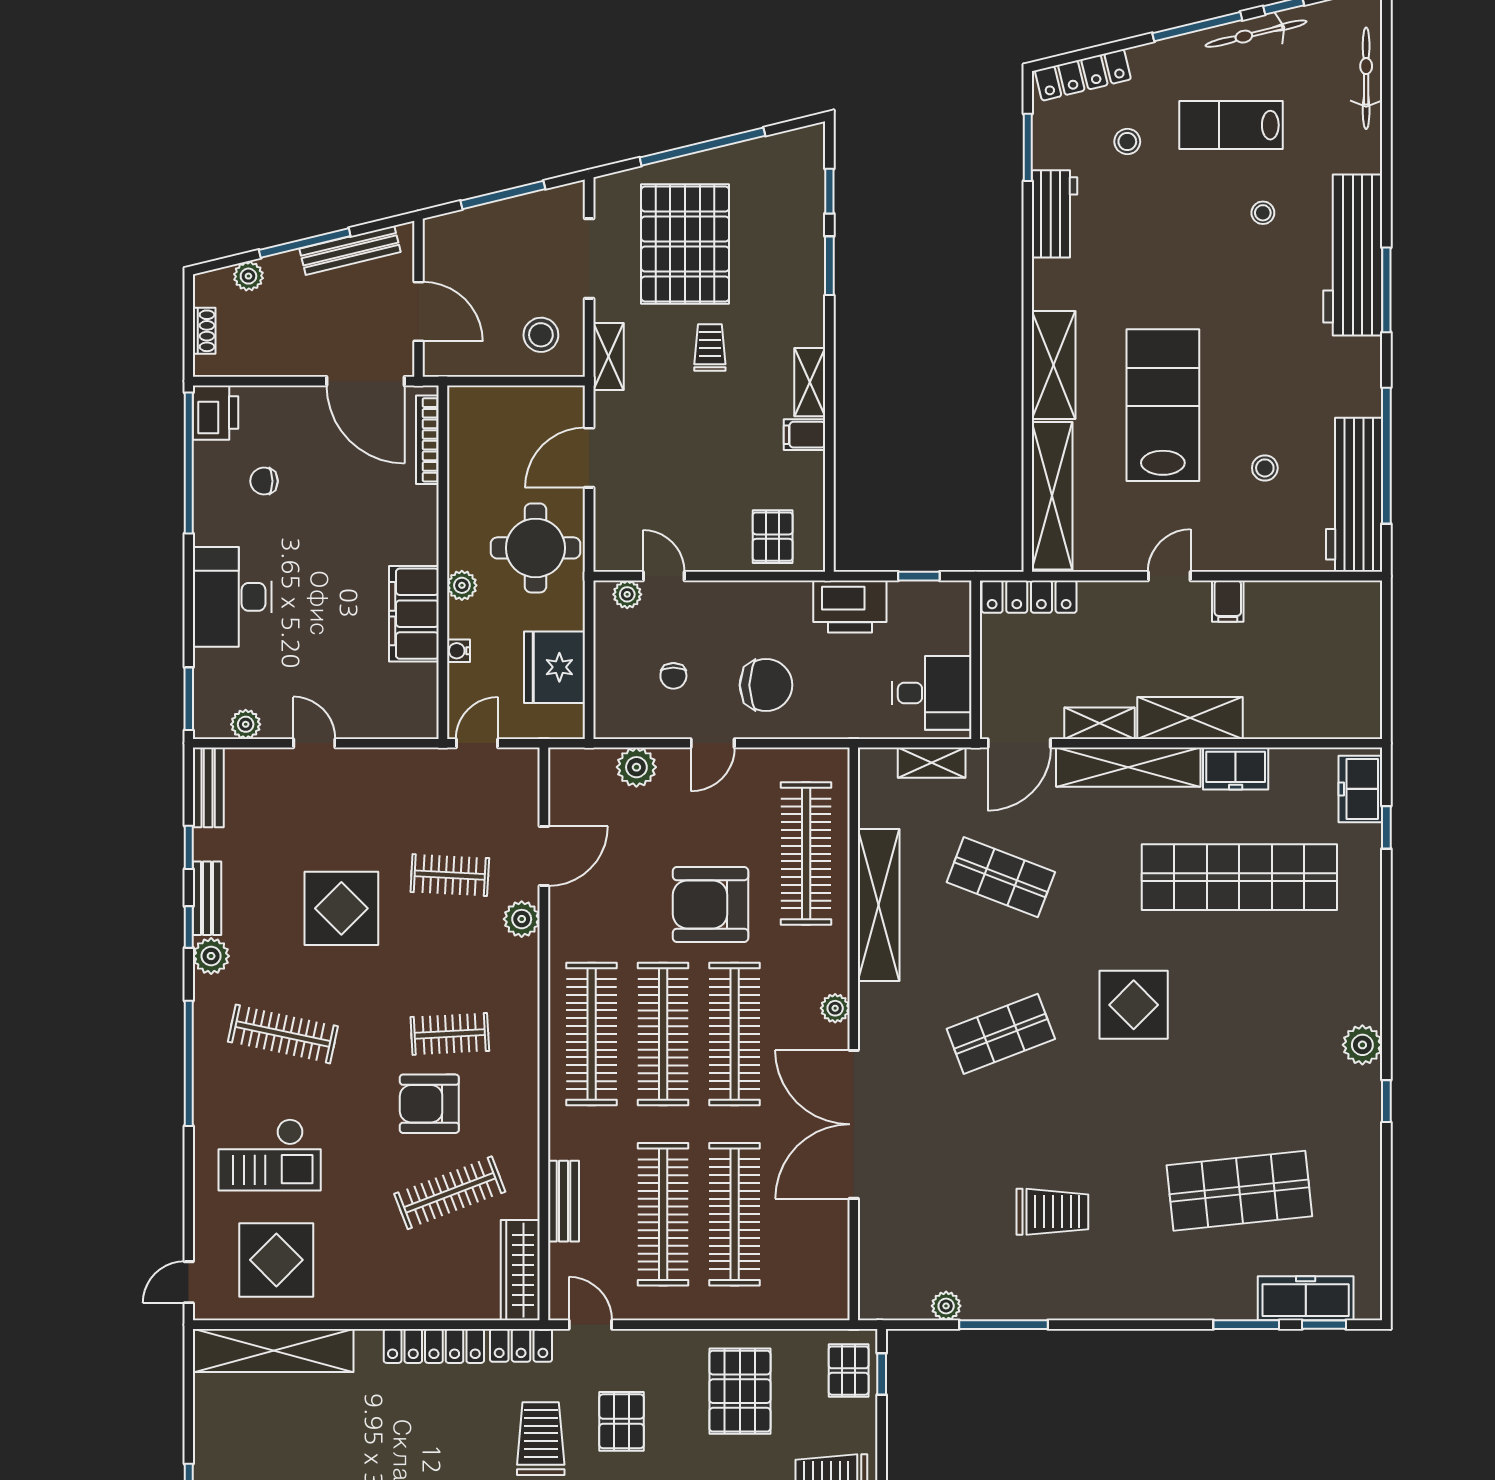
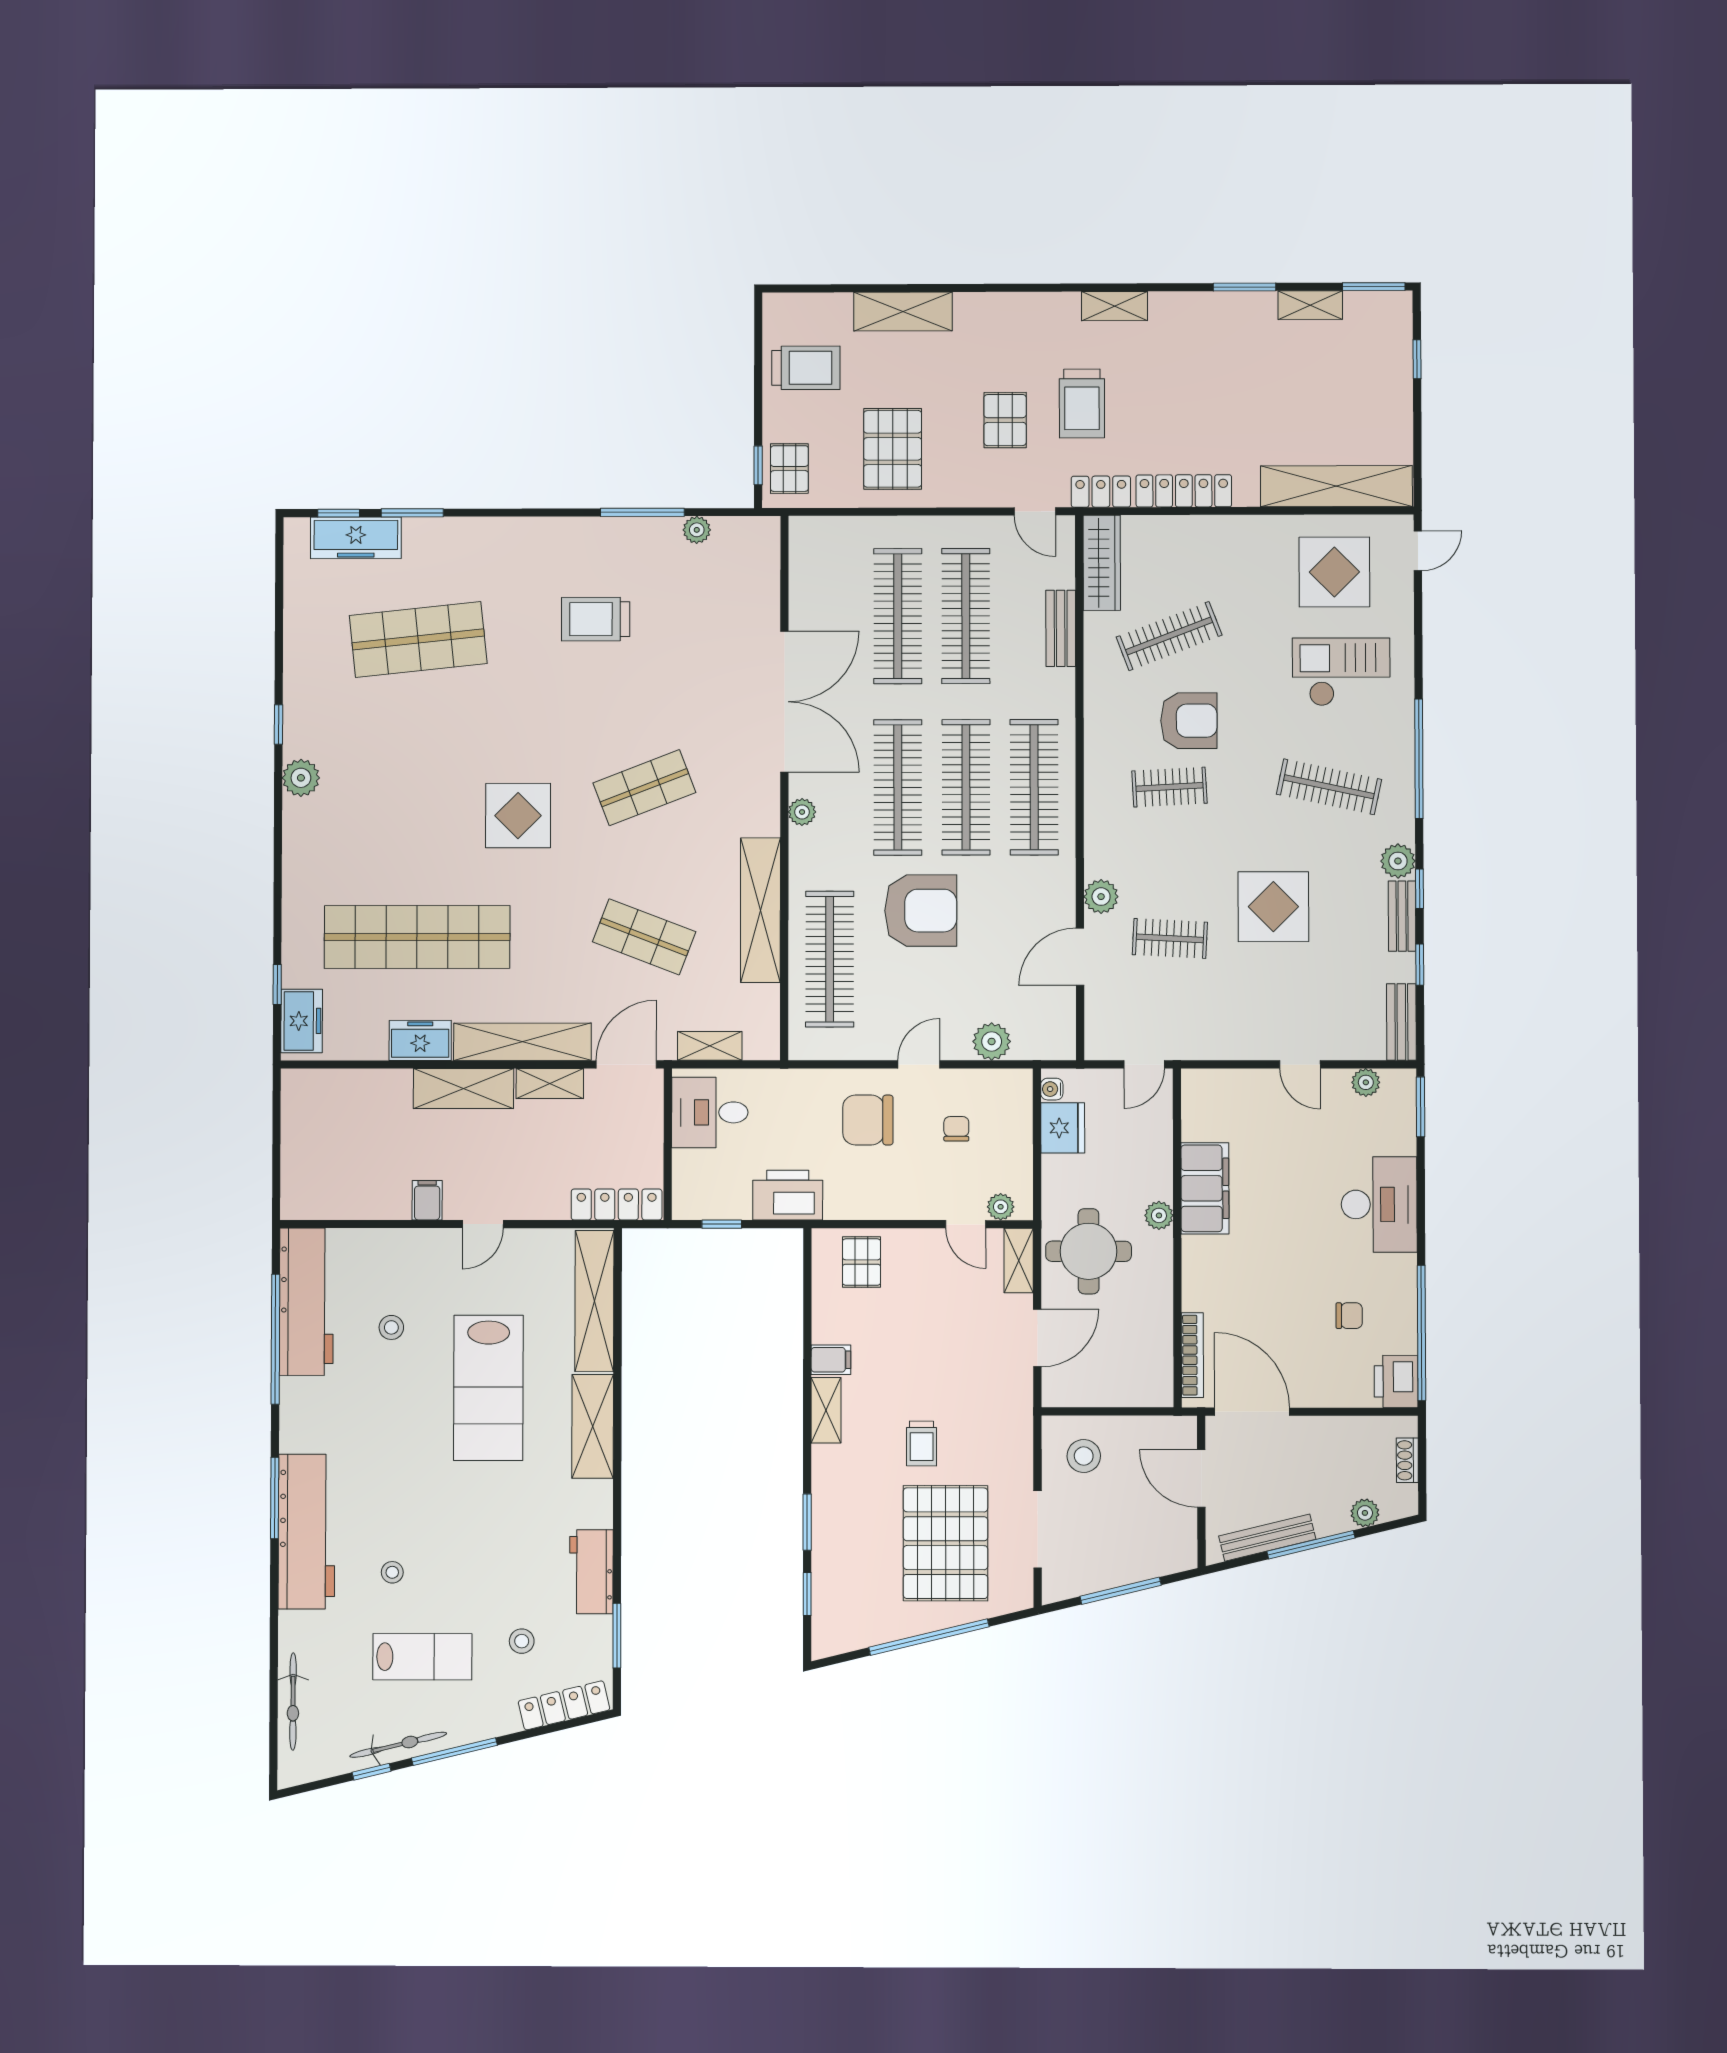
shelving: (608, 357) -> (1019, 1261), moved
water cooler: (459, 651) -> (1052, 1089), moved, turned 180
fridge: (555, 667) -> (1063, 1128), width x0.73, depth x0.75

